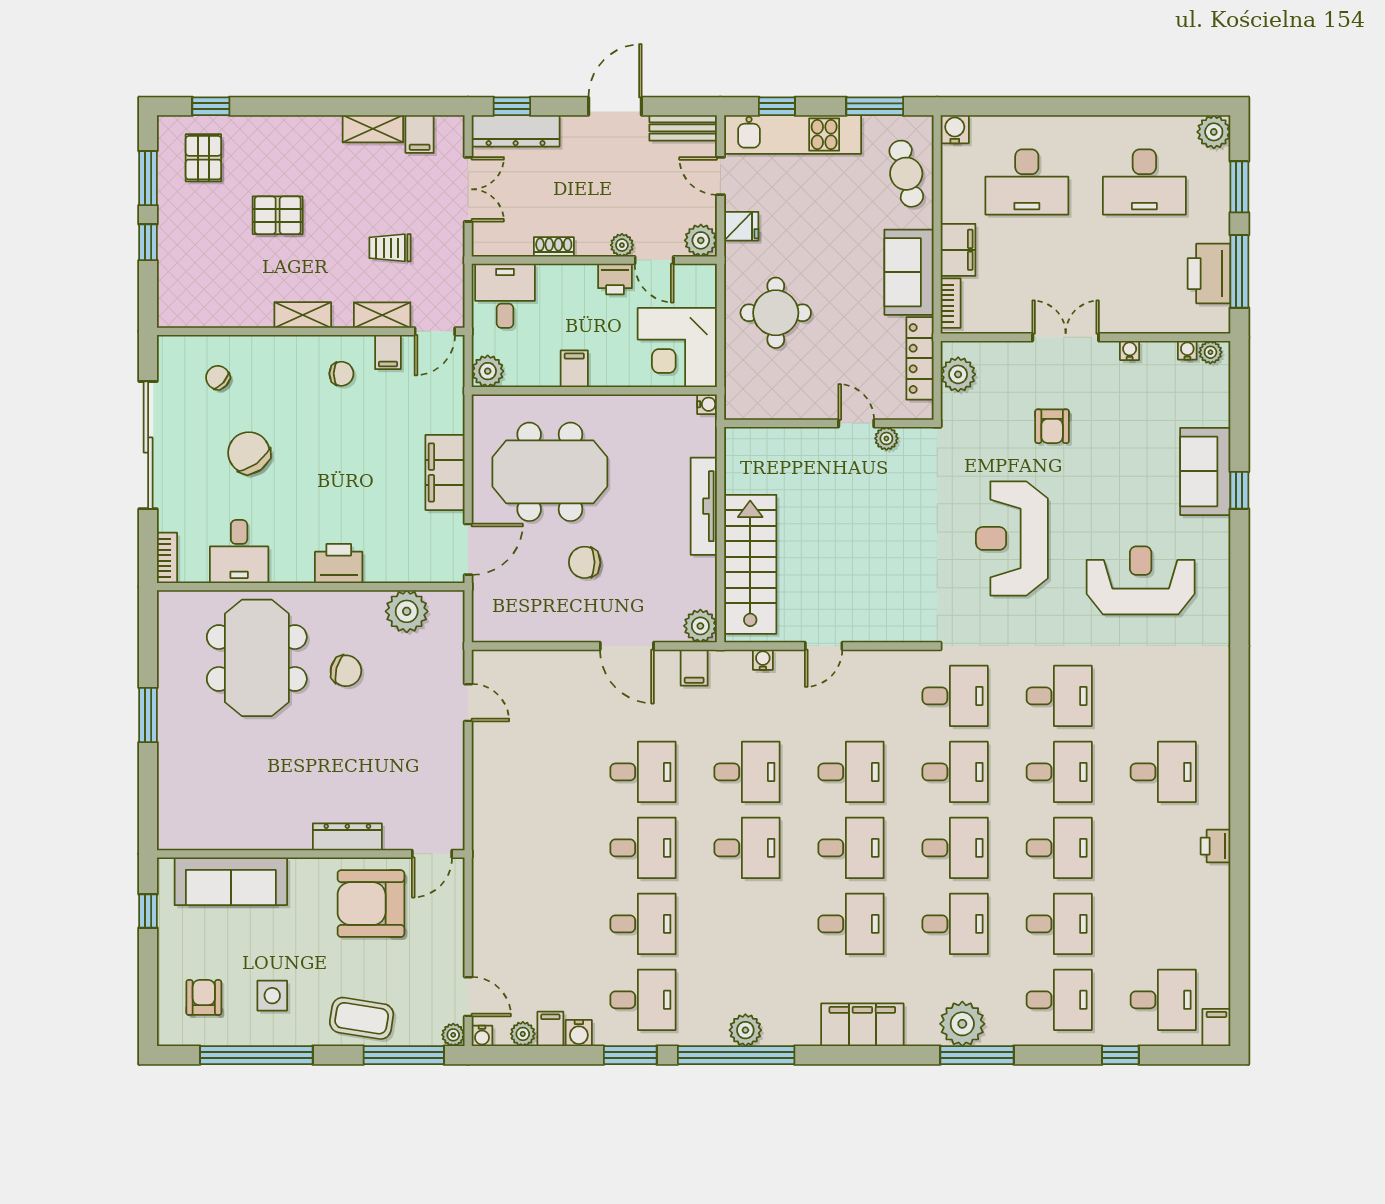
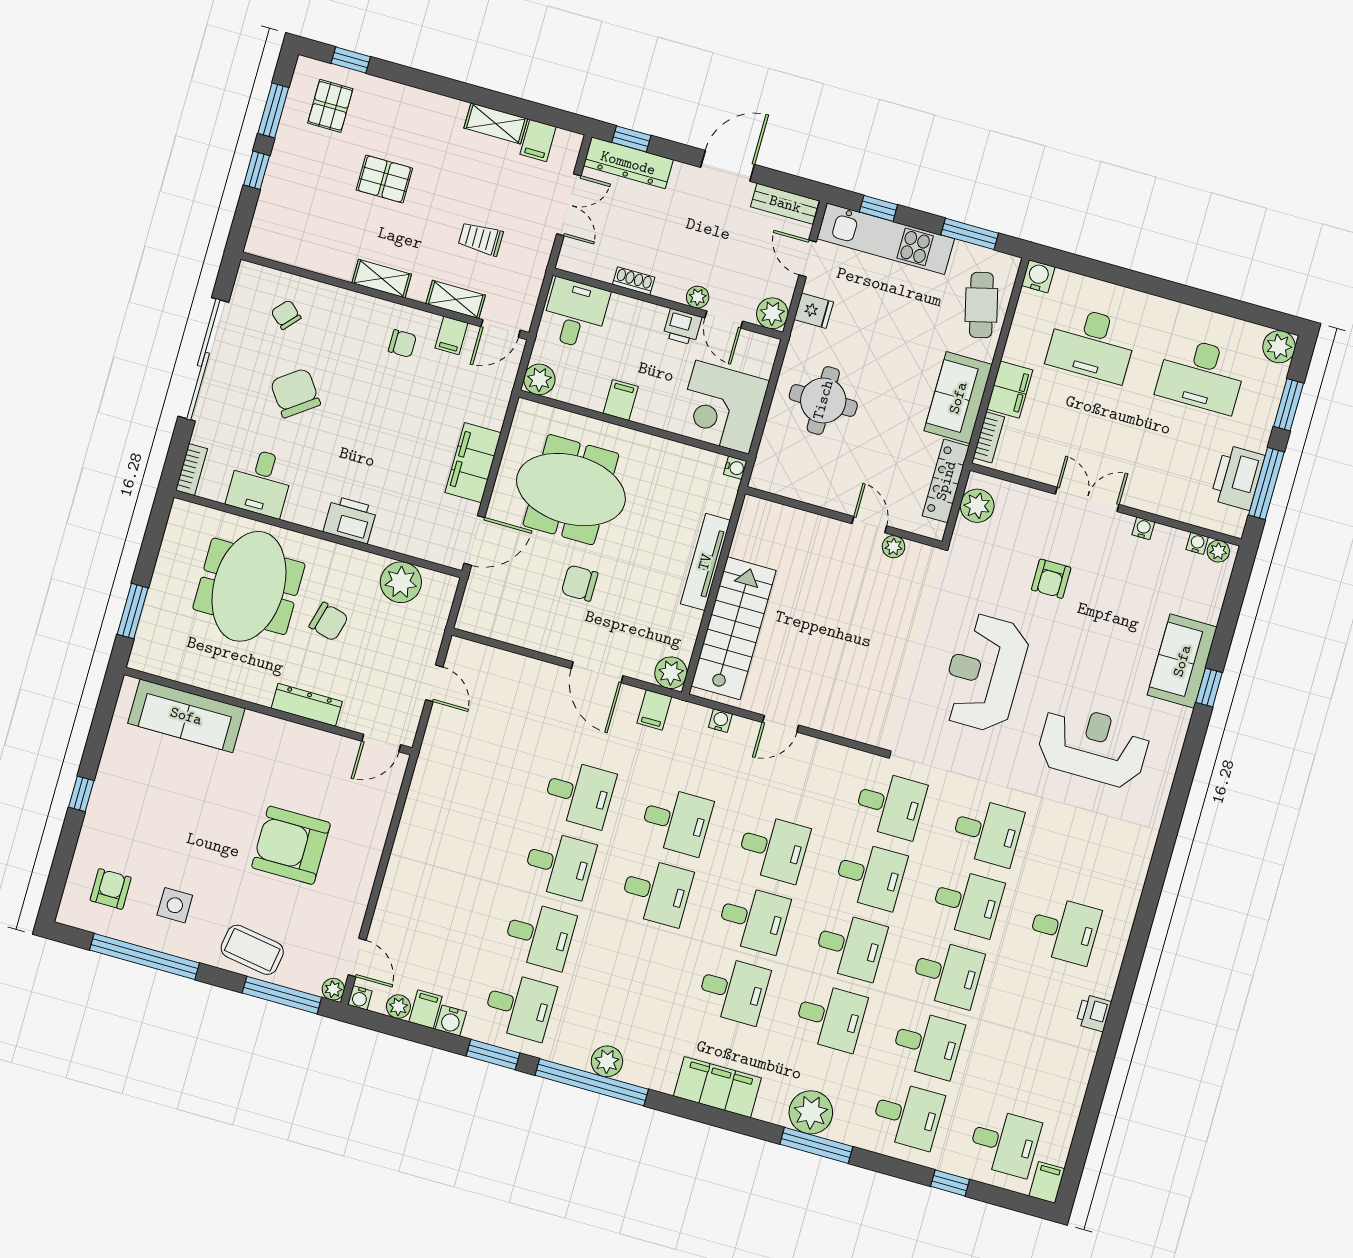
dresser: (347, 837) -> (307, 705), moved
wall: (311, 854) -> (268, 711), moved
door: (432, 854) -> (381, 743), moved
sofa: (231, 881) -> (186, 716), moved

